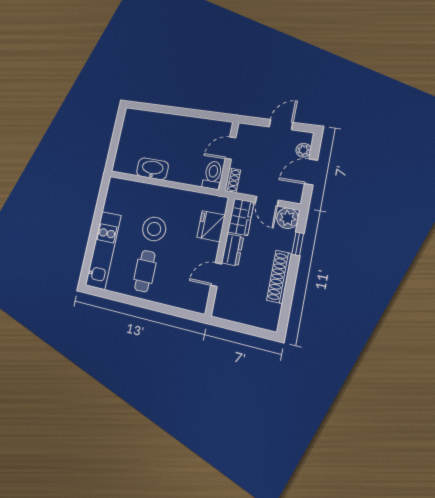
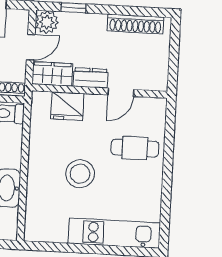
cafe table: (145, 271) -> (135, 148), moved
door: (216, 275) -> (121, 92), hinge flipped
shoe rack: (279, 277) -> (135, 24), moved

